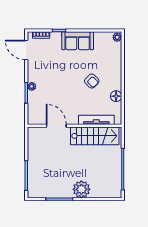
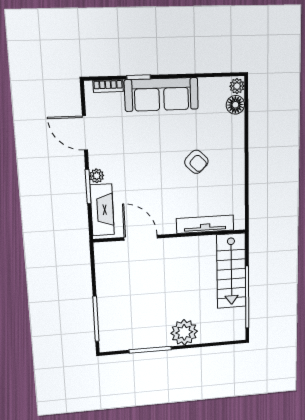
sofa: (78, 41) -> (161, 94), width x1.36
door: (26, 50) -> (85, 133), moved
floor lamp: (116, 96) -> (235, 105), moved
fireplace: (34, 107) -> (102, 210), added
stairs: (95, 136) -> (231, 271), moved, turned 90

